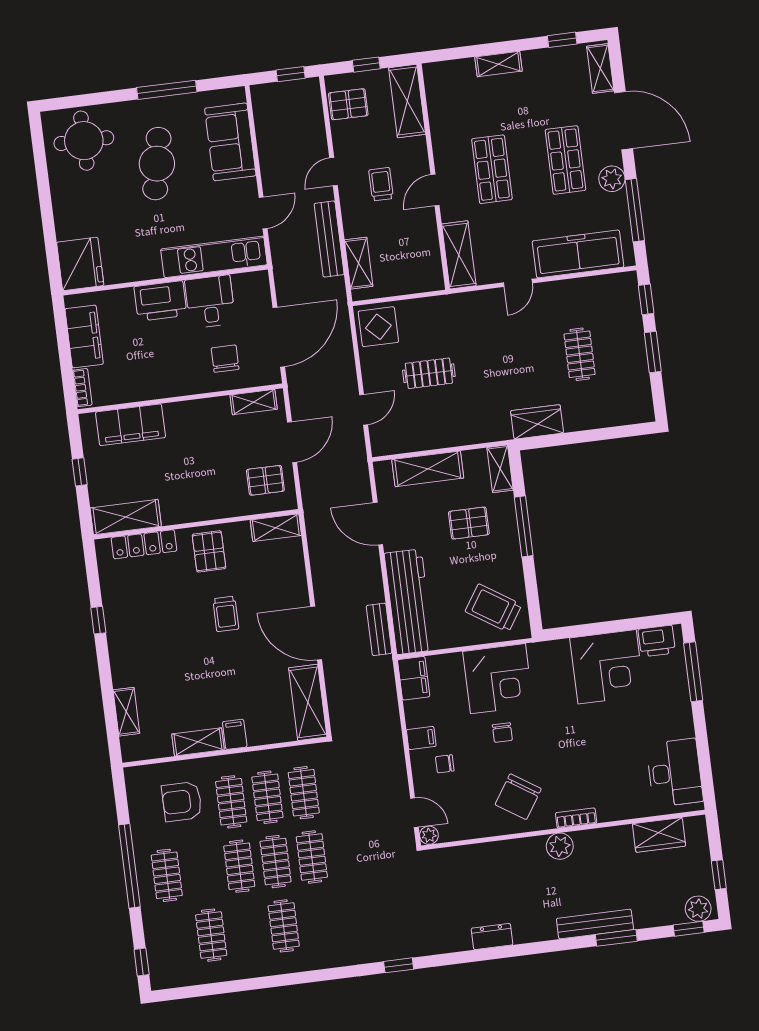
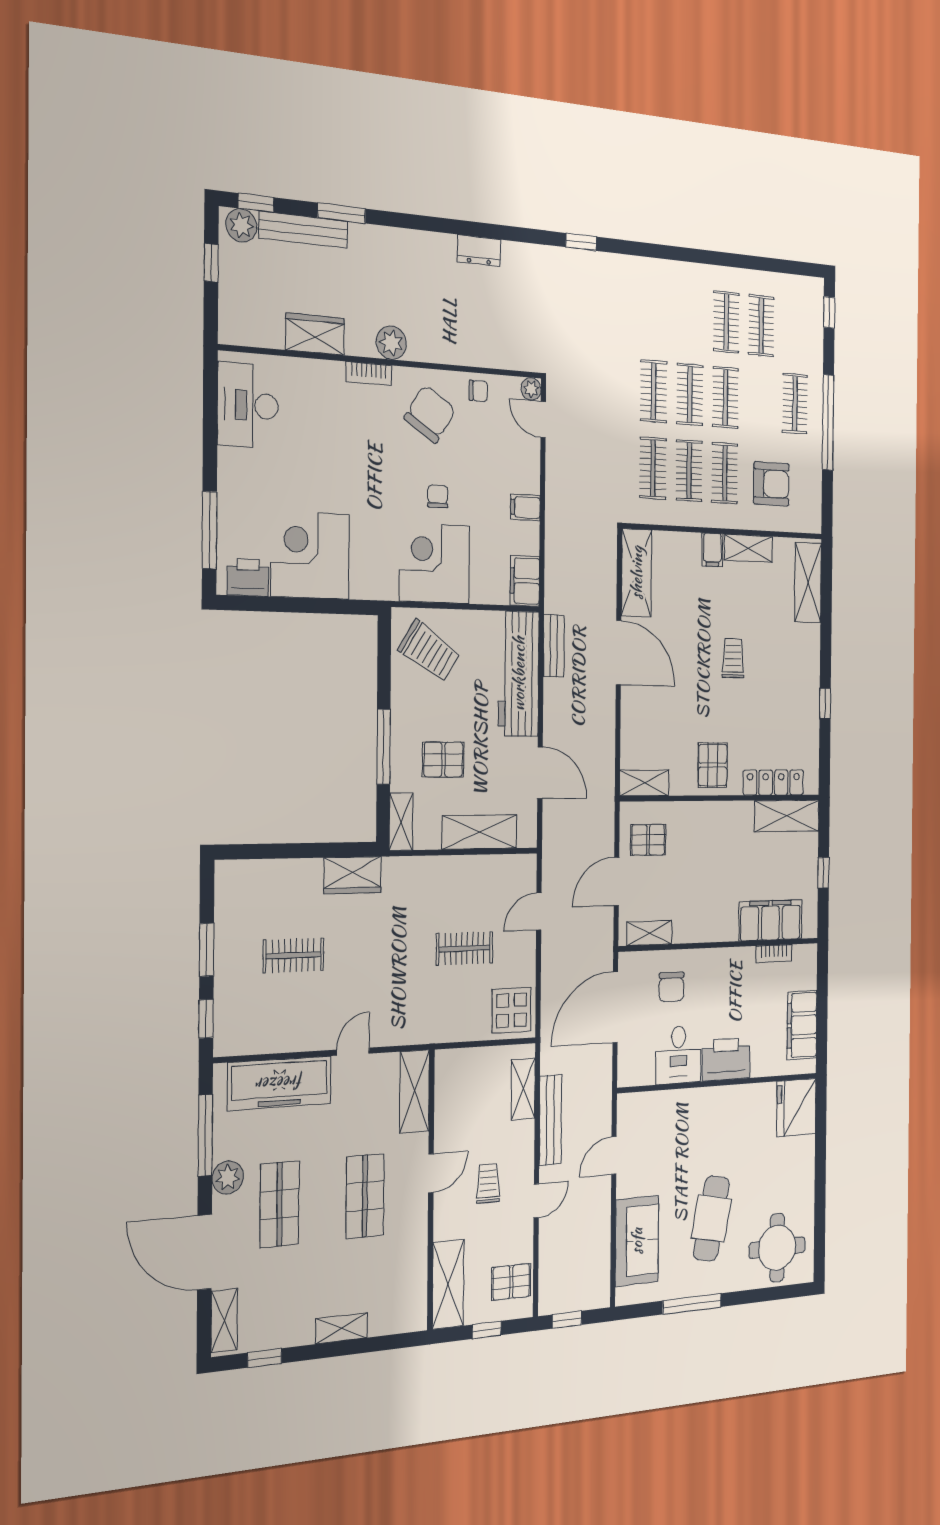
trolley: (381, 184) -> (488, 1183), turned 180
kitchen unit: (214, 257) -> (669, 1107), removed
clothes rail: (580, 354) -> (293, 955), turned 90
bookcase: (82, 388) -> (774, 954), moved, turned -90
trolley: (226, 614) -> (733, 658), moved
shelving: (126, 712) -> (808, 583), width x1.50, depth x1.33
chair: (445, 764) -> (478, 391), moved
wardrobe: (659, 835) -> (315, 334), moved
bench: (595, 924) -> (303, 230), moved
clothes rail: (284, 926) -> (726, 322), moved

